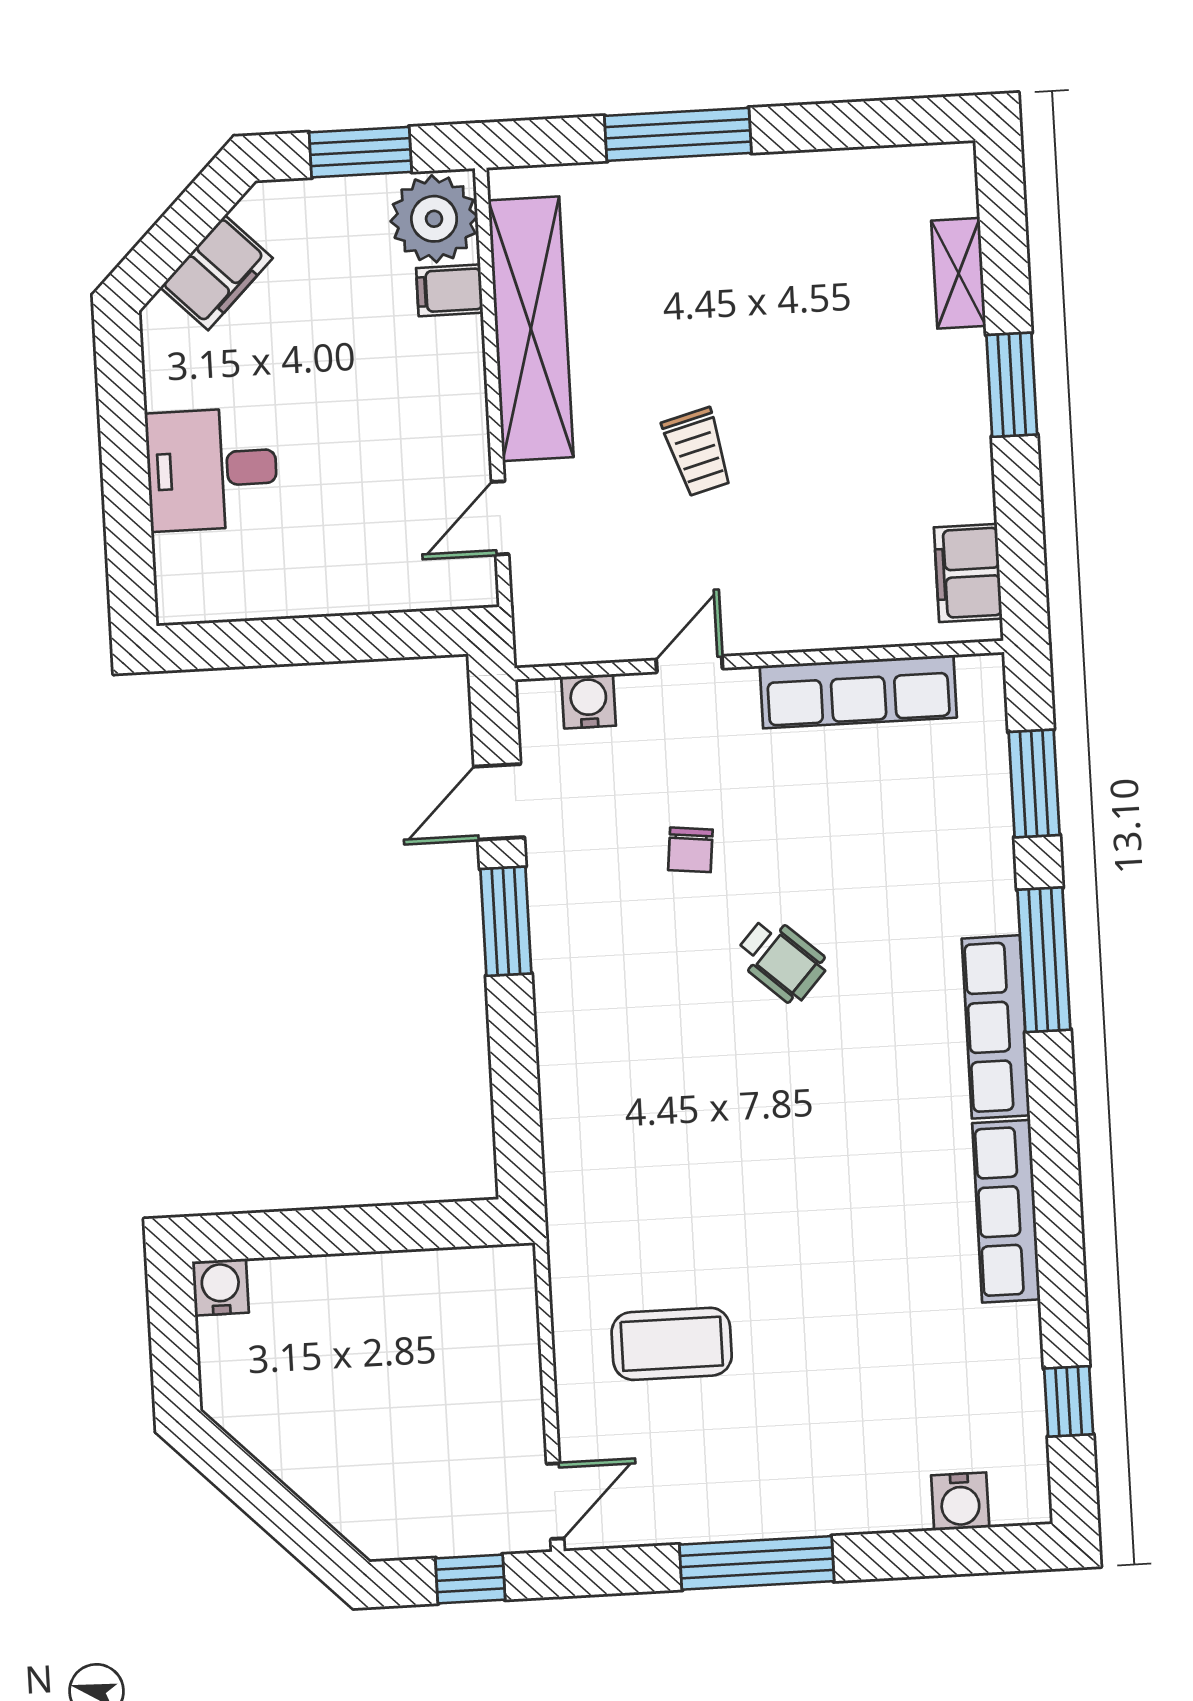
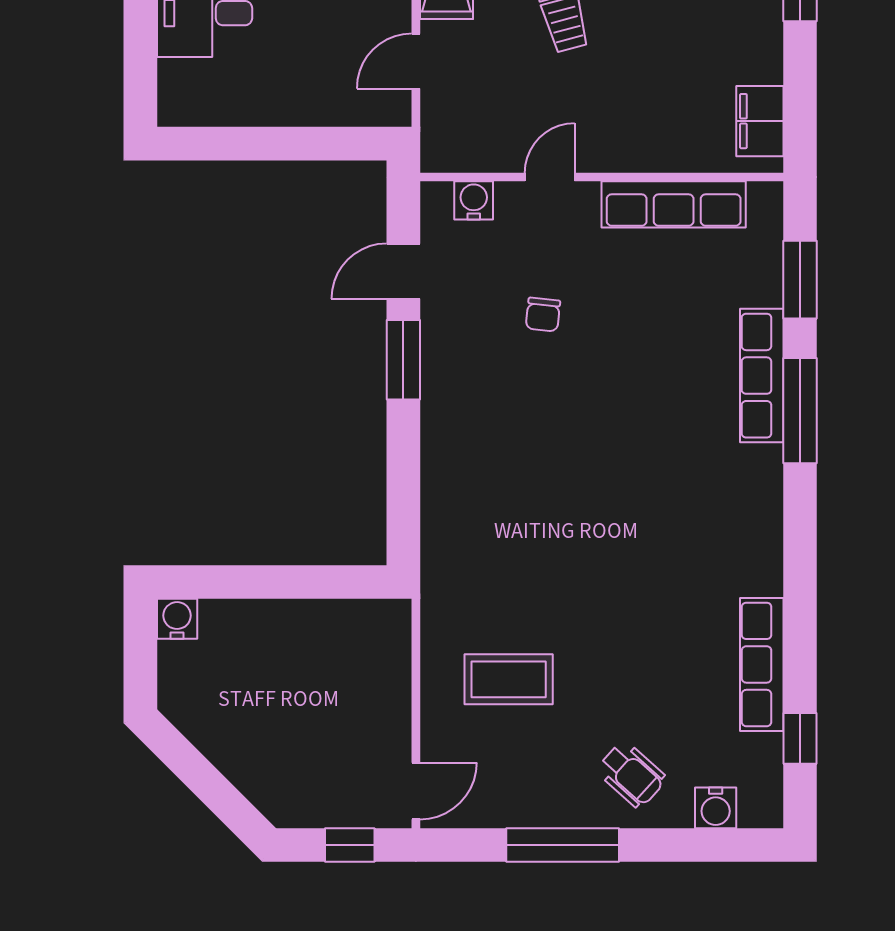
wheelchair: (781, 960) -> (631, 774), moved
row of seats: (996, 1027) -> (762, 376), moved
row of seats: (1006, 1211) -> (762, 664), moved

